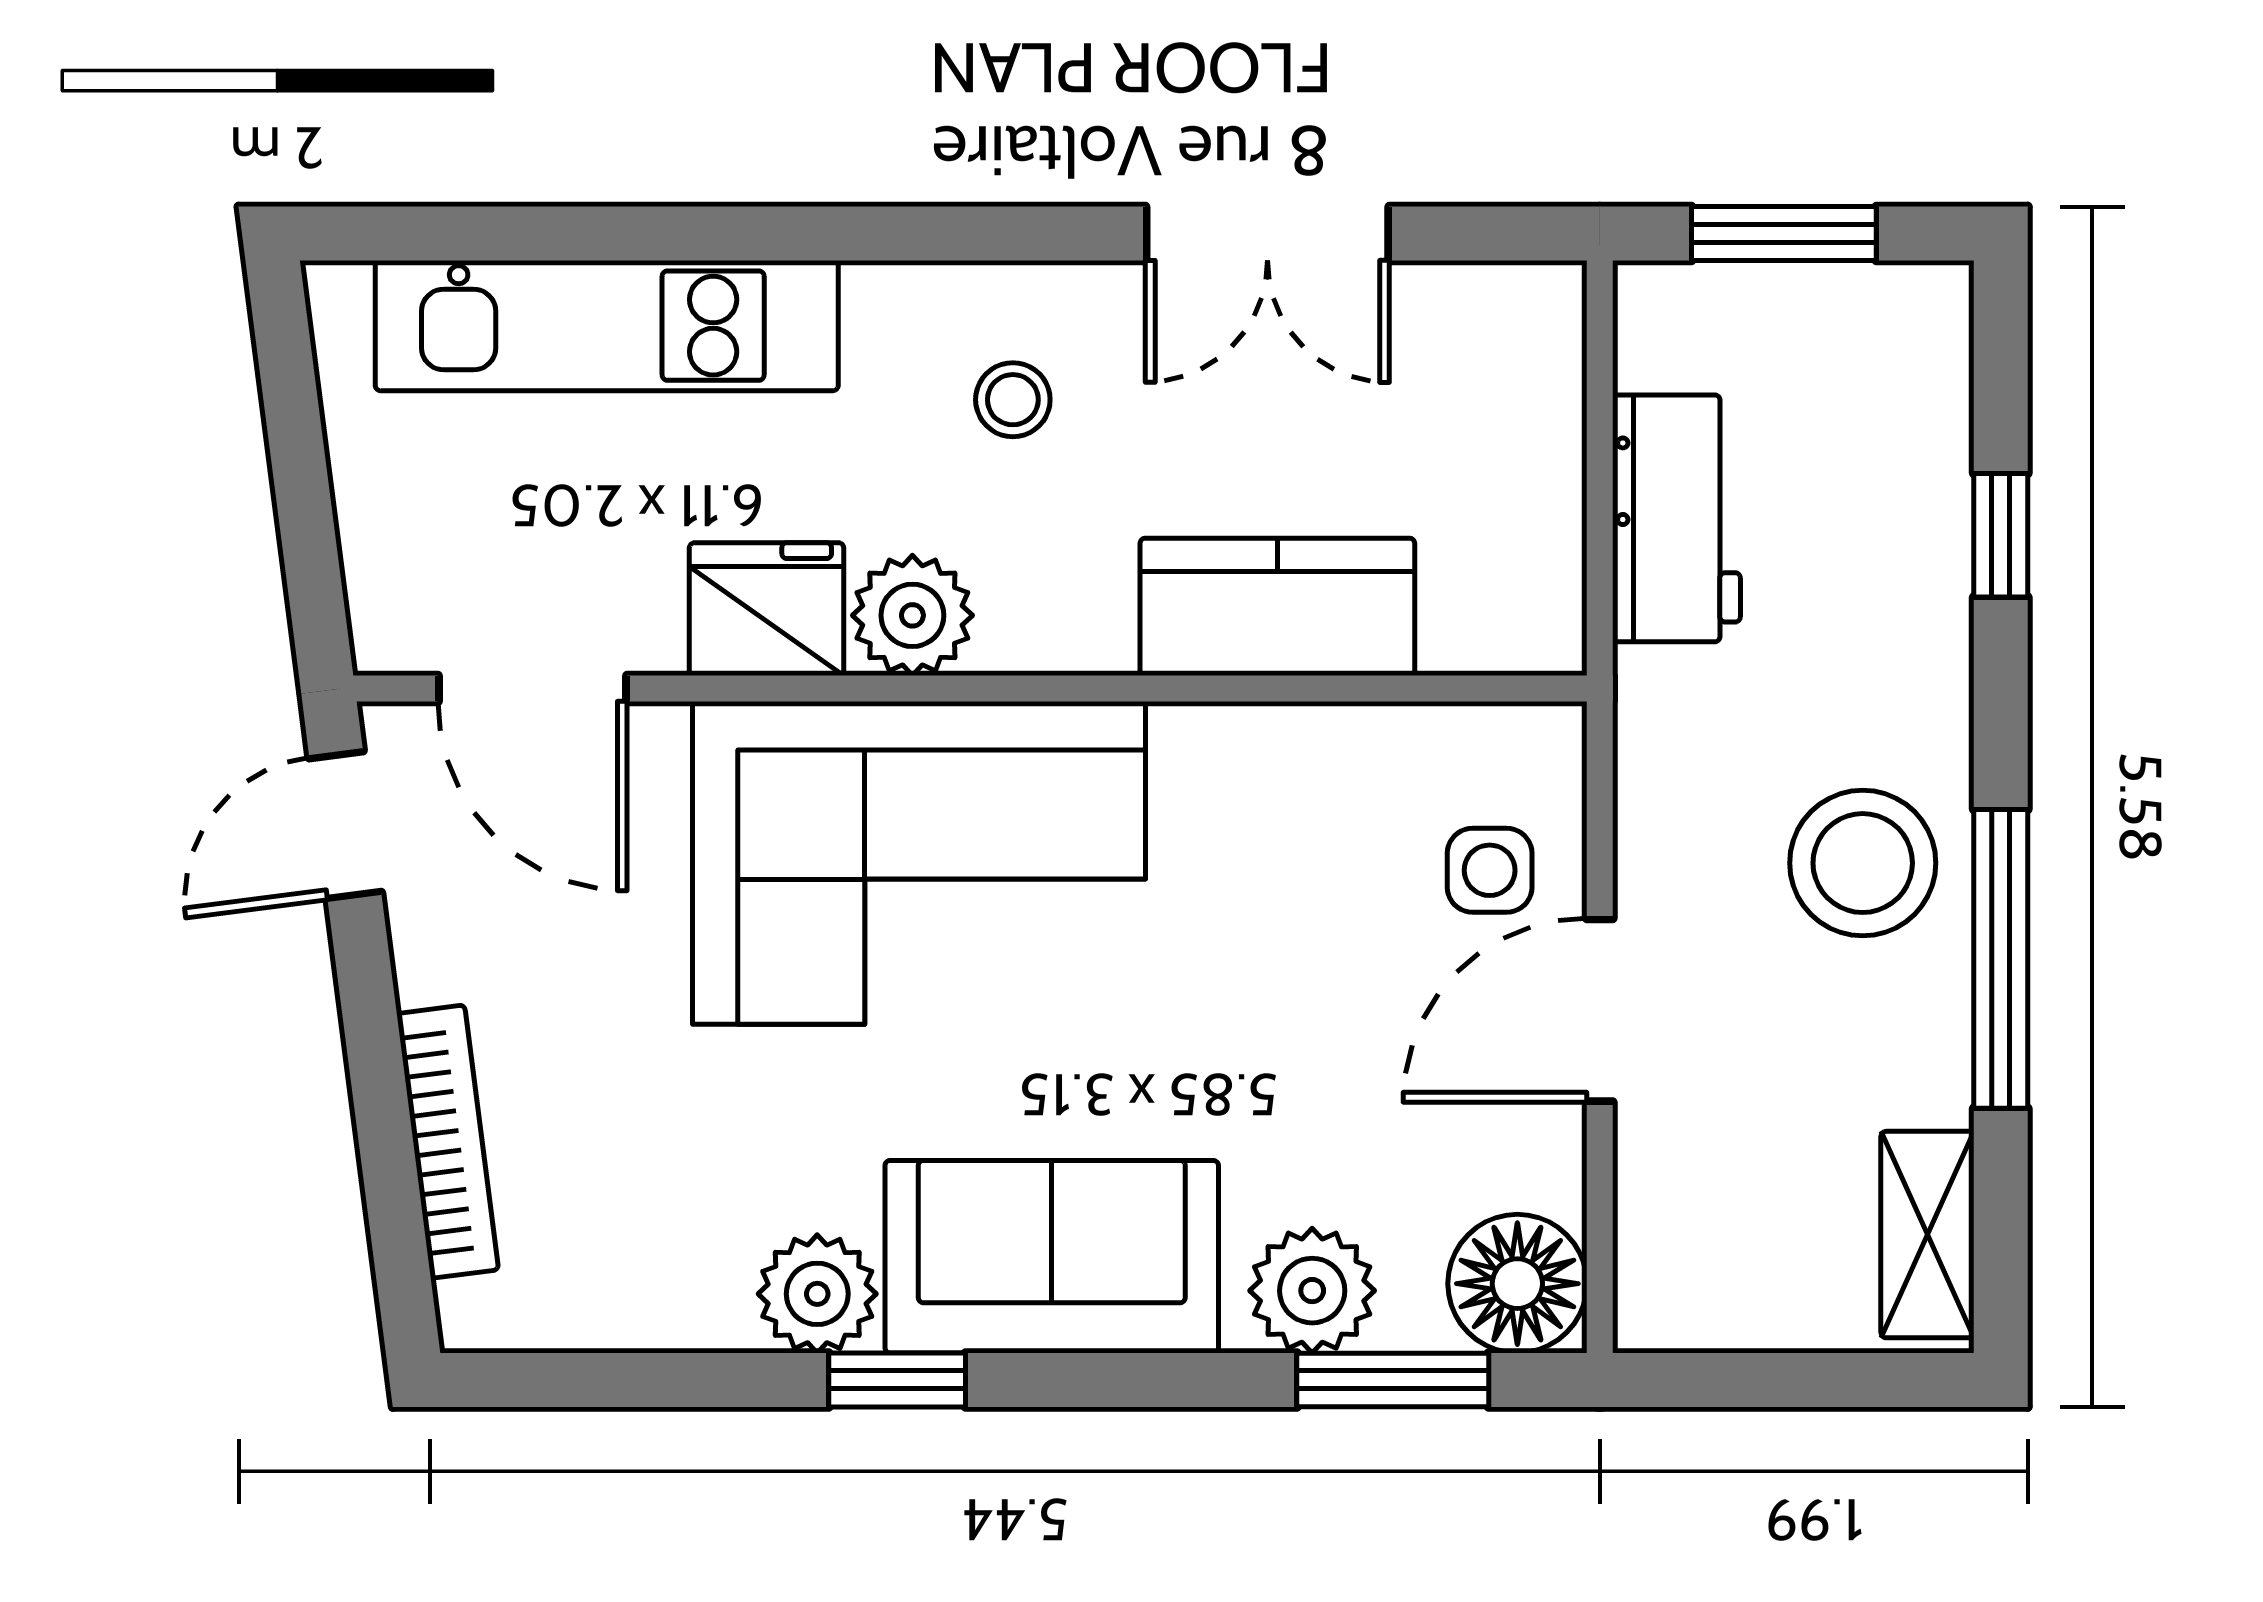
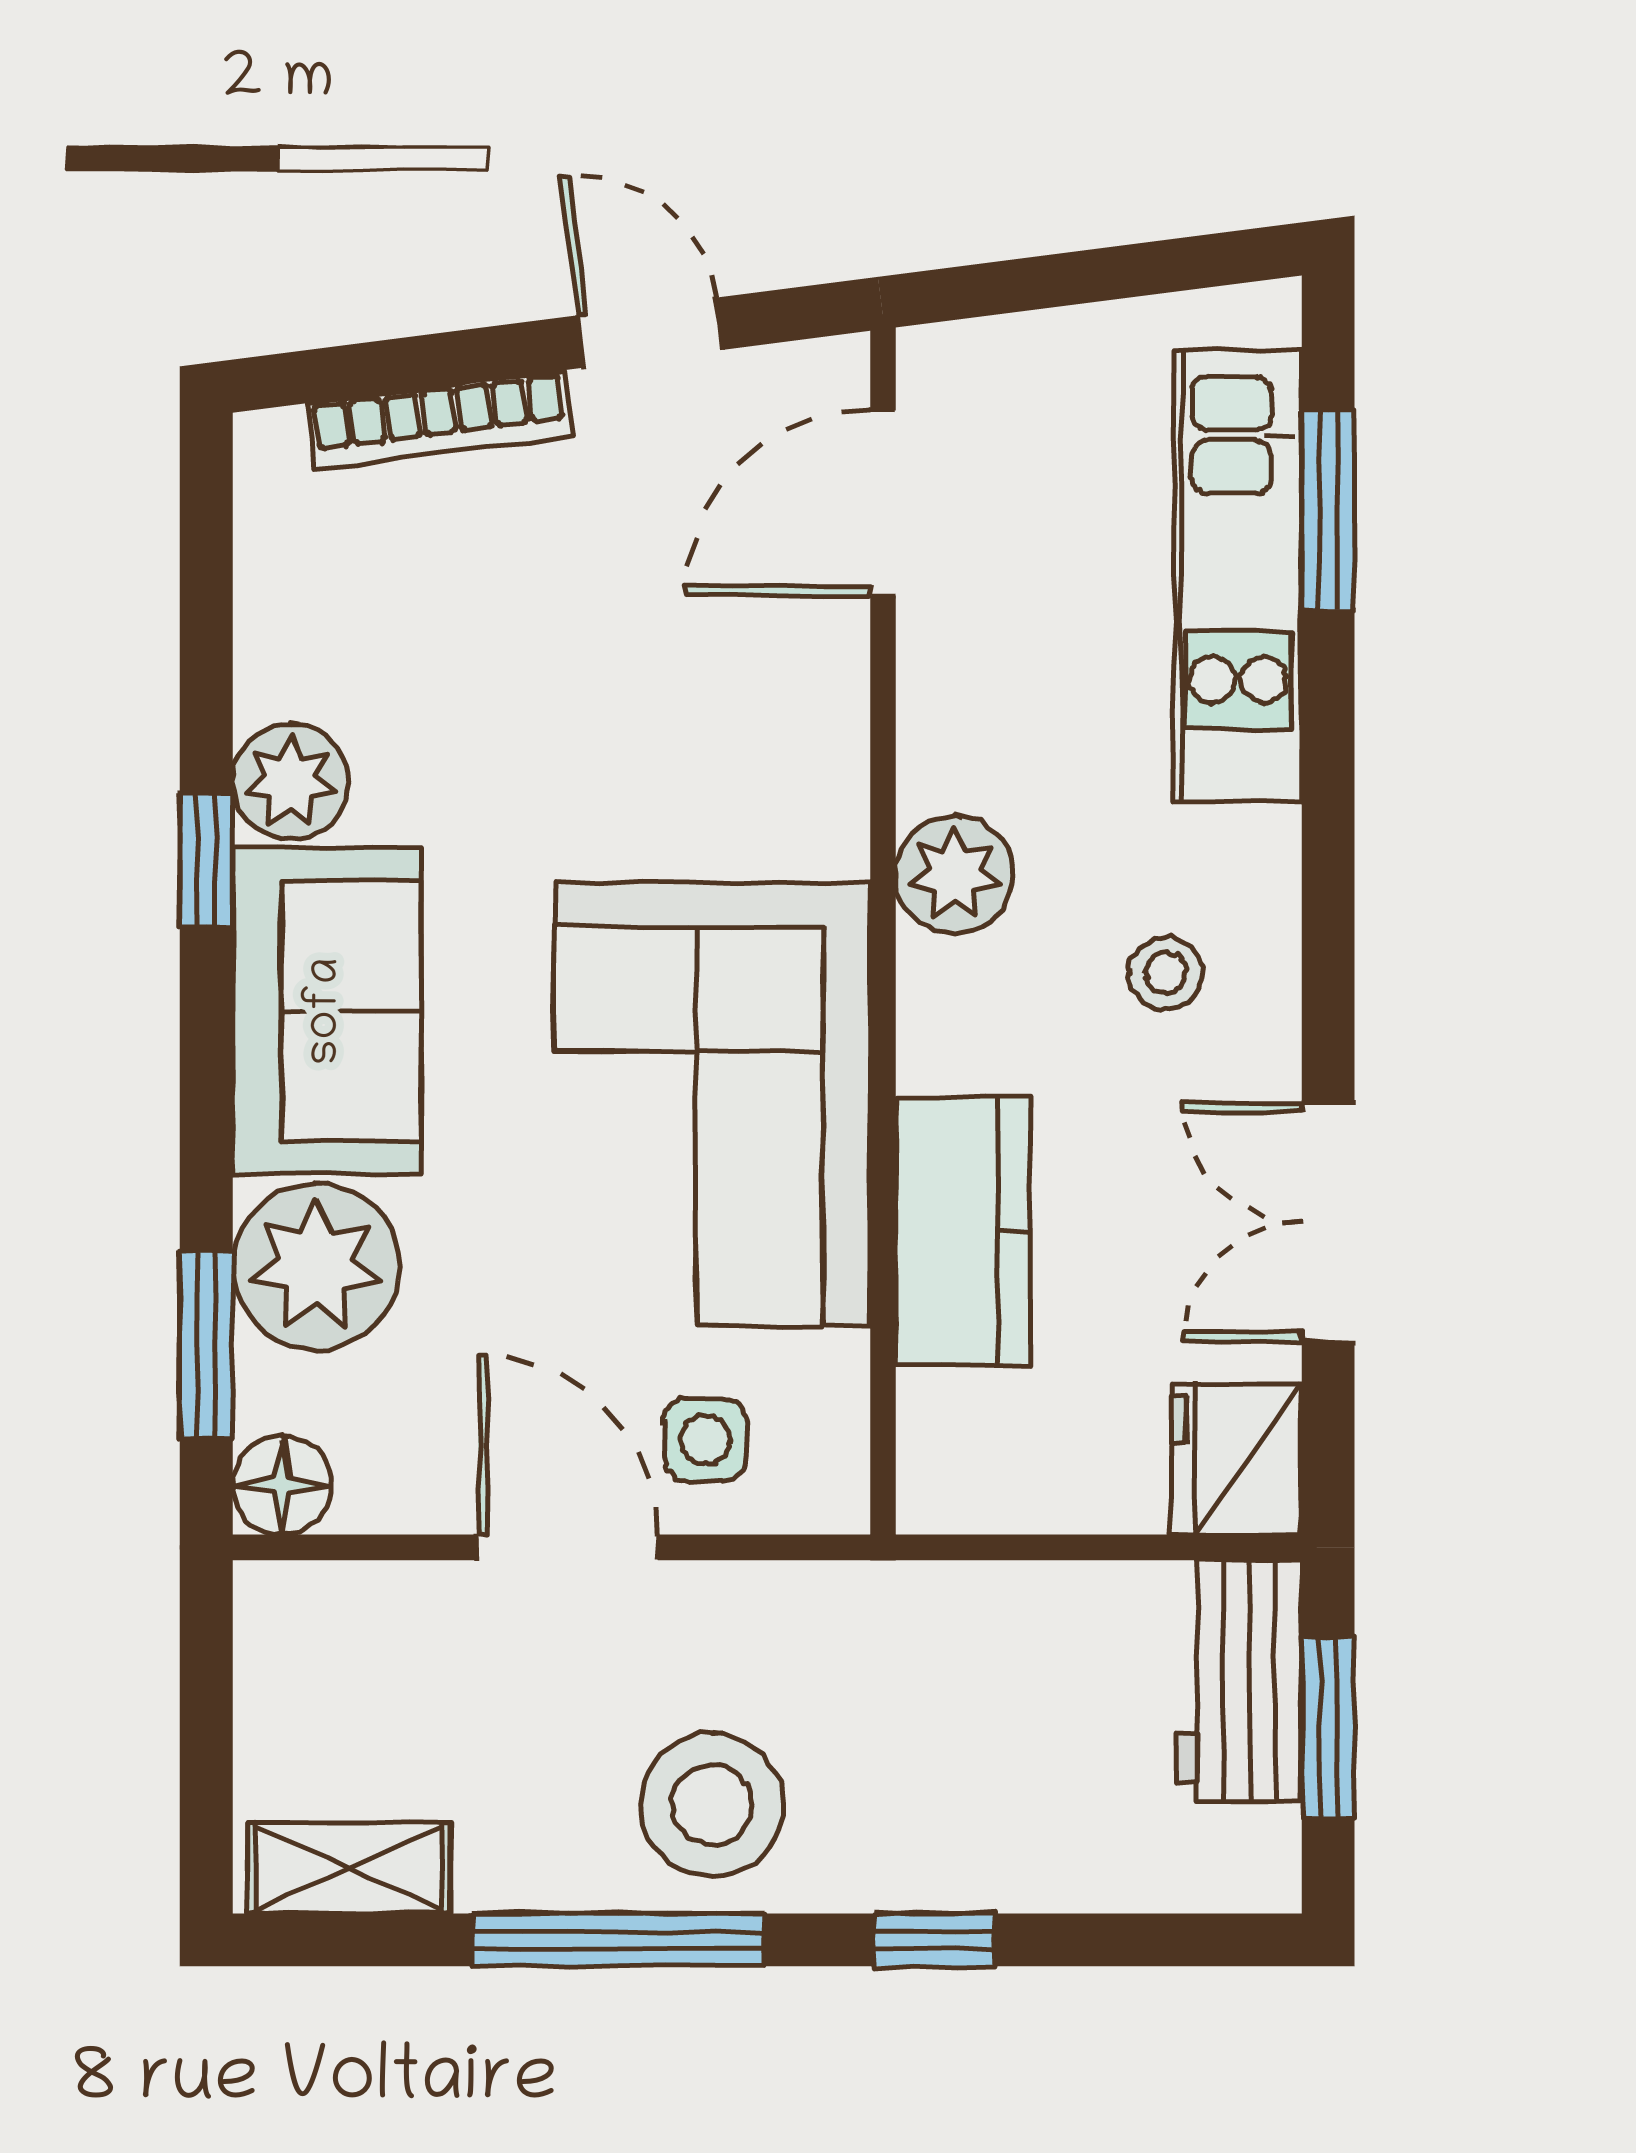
window: (540, 234) -> (1328, 511), added
workbench: (1676, 518) -> (1239, 1681), moved, turned 90
window: (2001, 535) -> (935, 1940), moved
fridge: (767, 609) -> (1237, 1459), moved, turned 180
door: (345, 825) -> (650, 333), moved
corner sofa: (919, 863) -> (712, 1104), moved
floor lamp: (1517, 1284) -> (282, 1485), width x0.73, depth x0.73
plant: (1312, 1291) -> (316, 1266), width x1.36, depth x1.36

